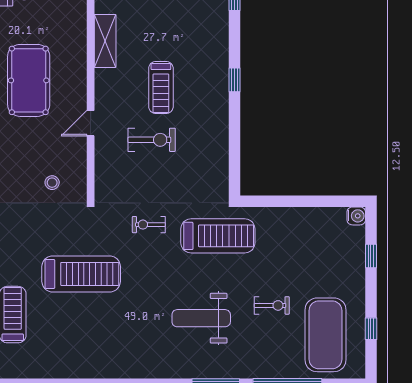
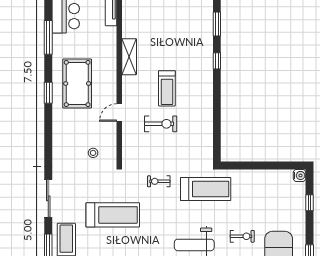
window: (235, 80) -> (217, 61), moved

